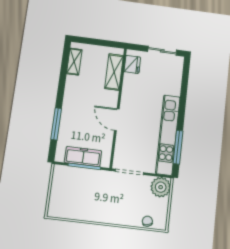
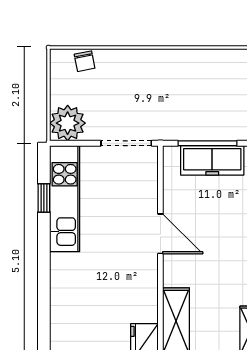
kitchen unit: (168, 135) -> (65, 199), width x0.73
window: (178, 147) -> (44, 198), width x0.46

